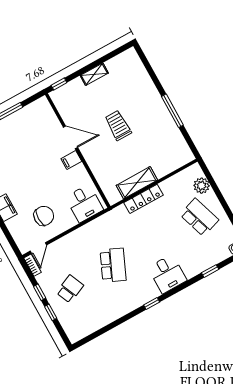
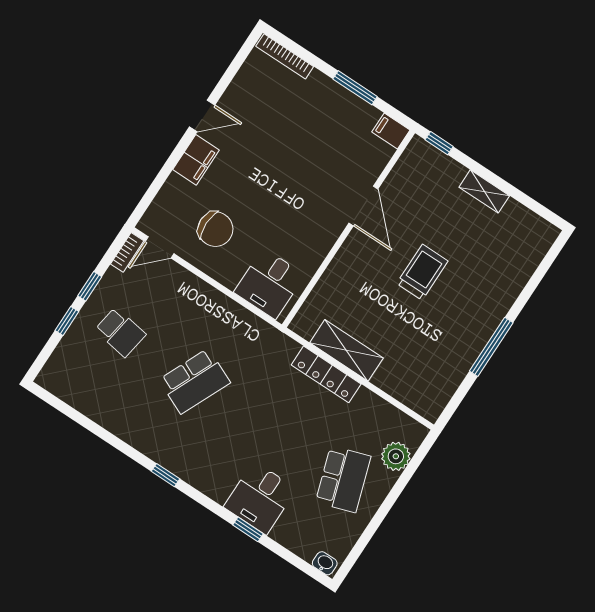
filing cabinet: (71, 160) -> (391, 131), moved
window: (210, 271) -> (248, 529), moved
desk: (167, 274) -> (260, 498), moved
school desk: (70, 289) -> (120, 332), turned 33

